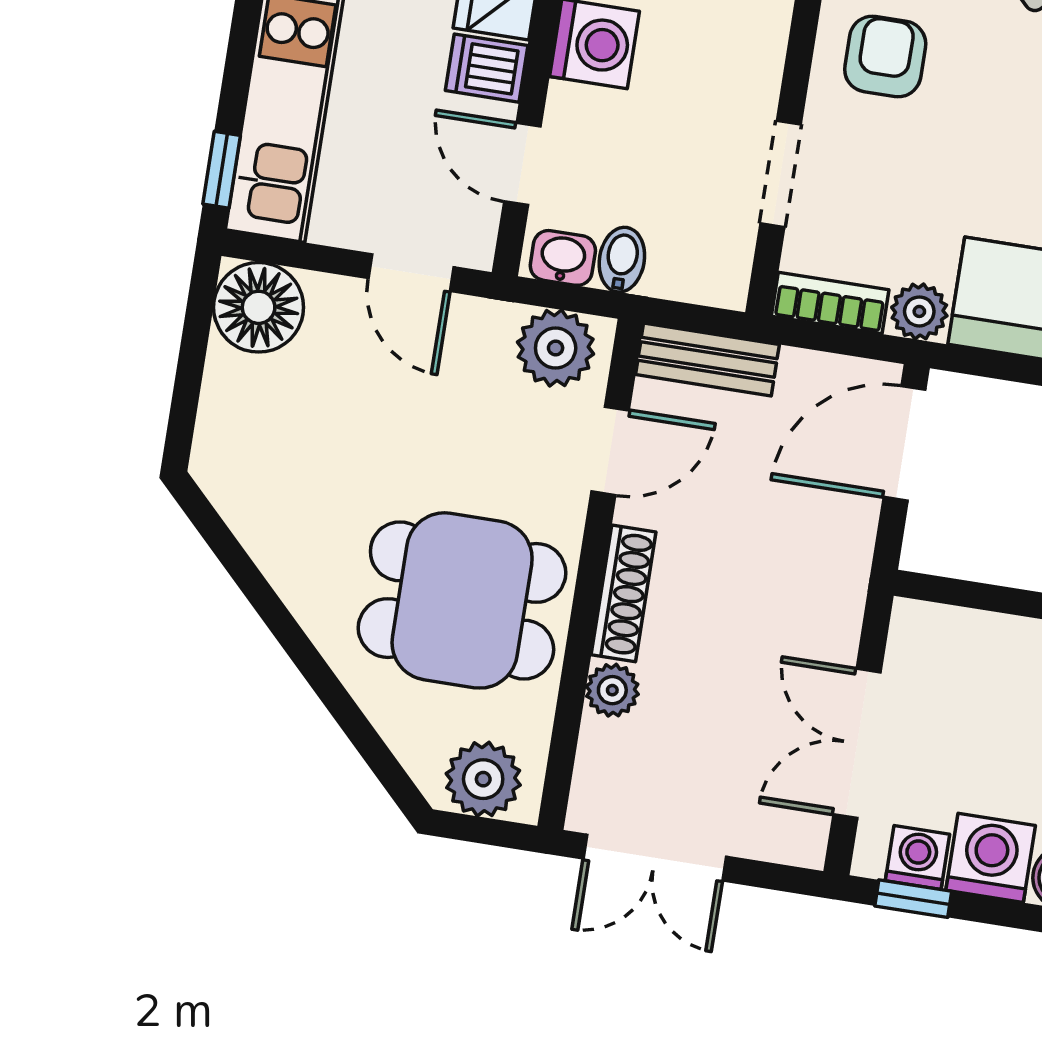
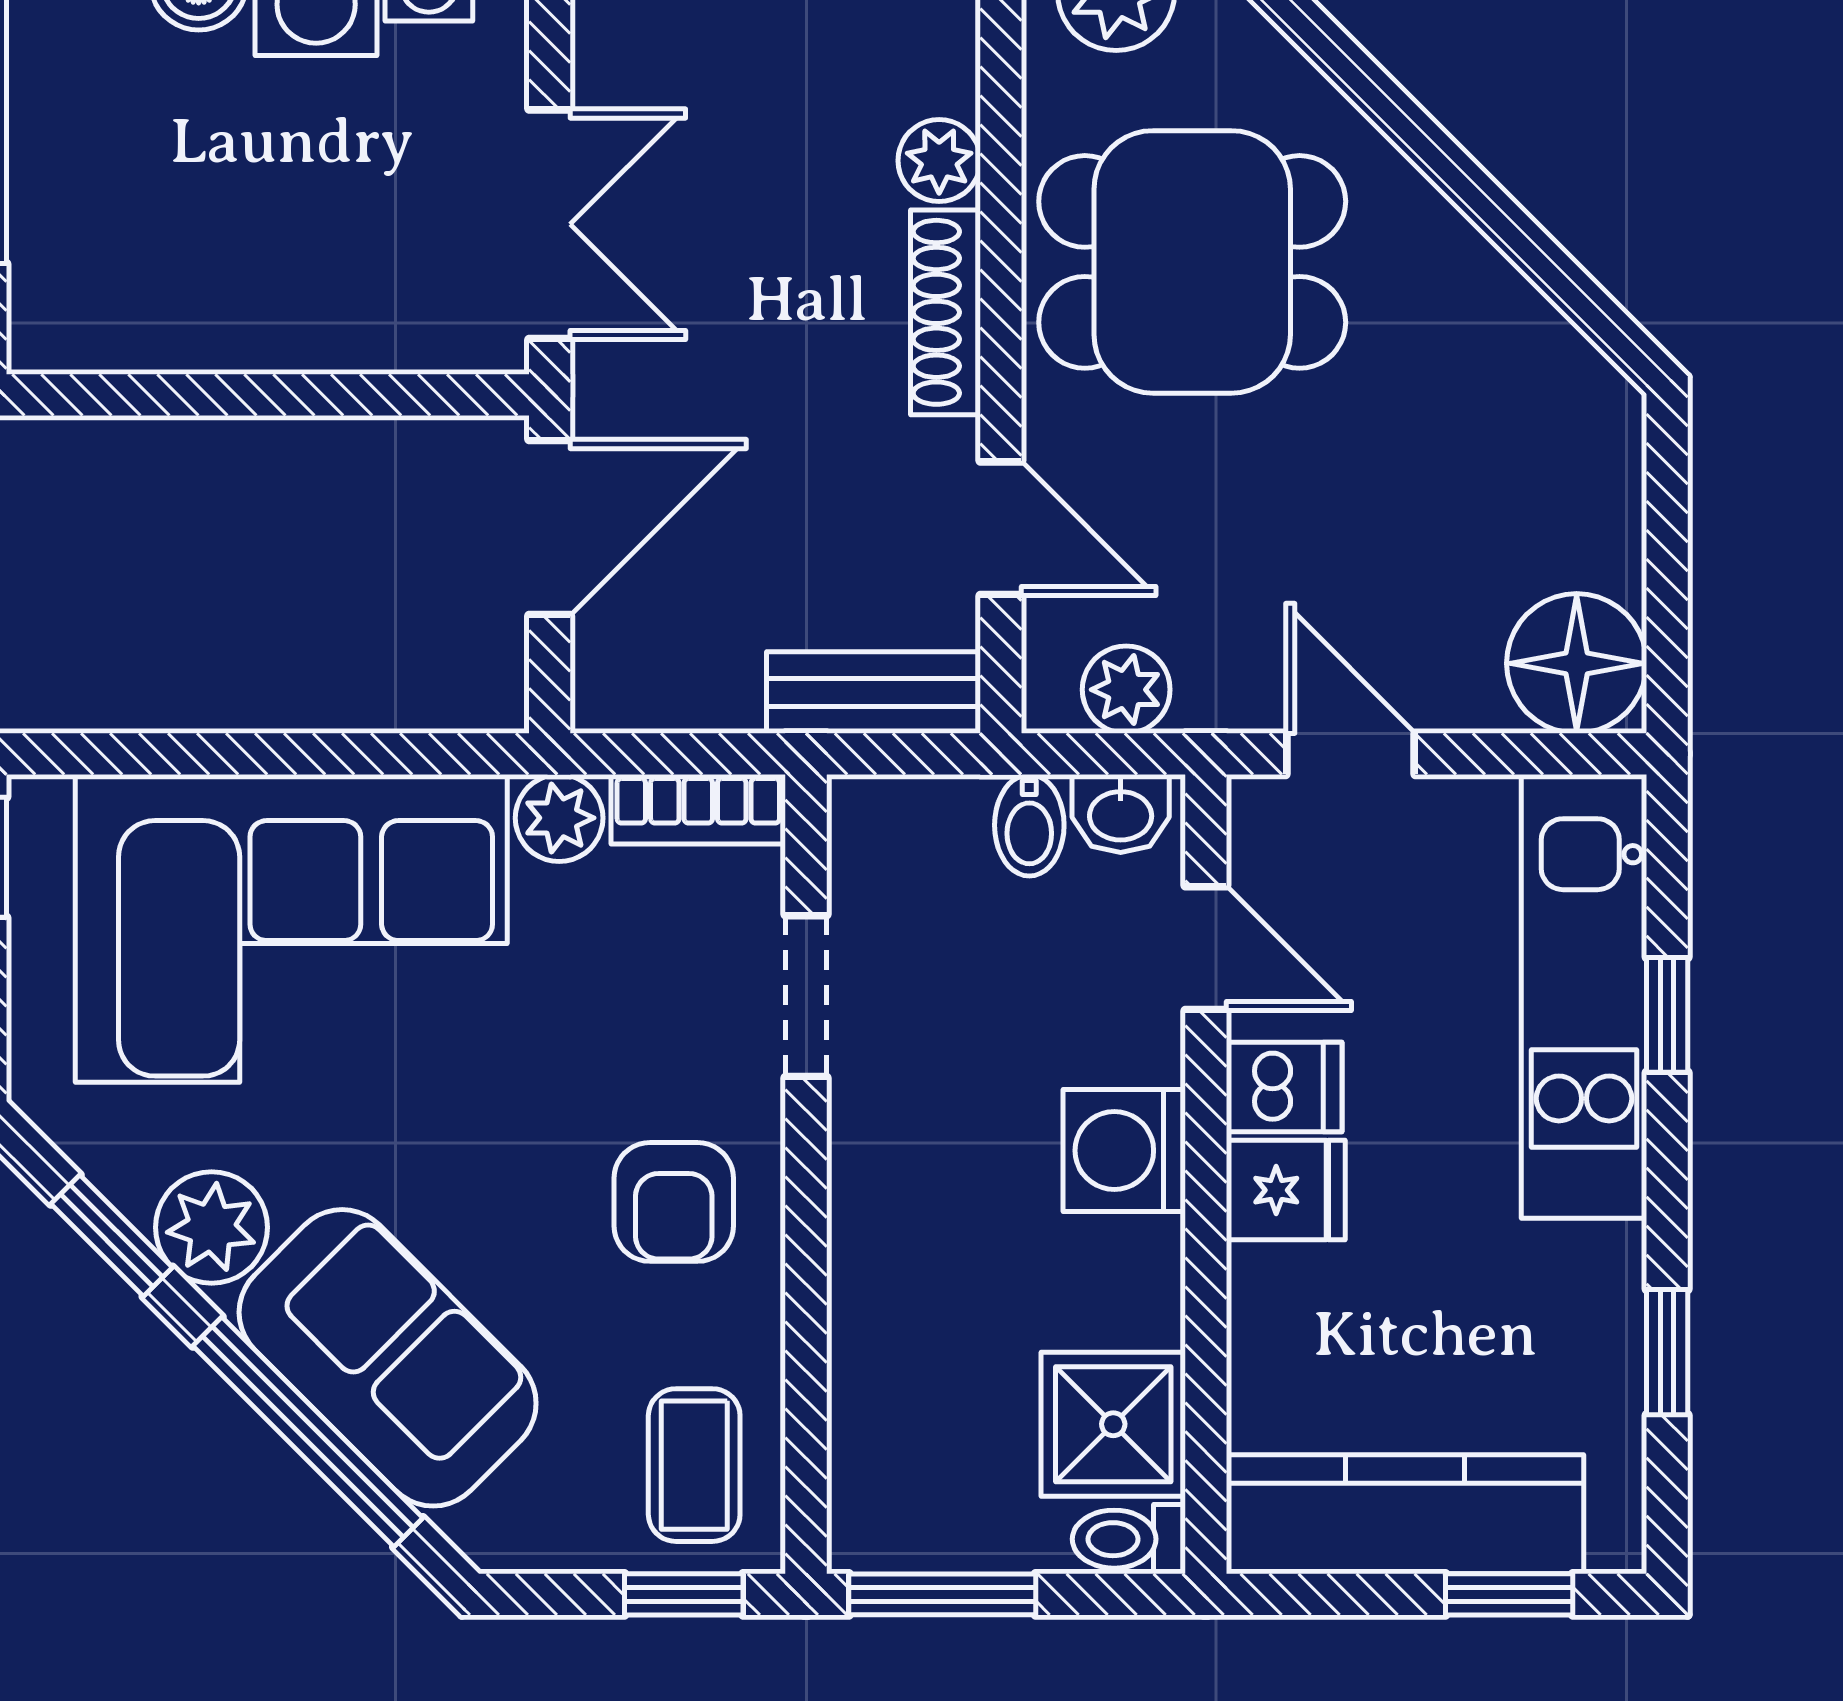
window: (222, 170) -> (1667, 1015), moved
plant: (556, 348) -> (1126, 690), width x0.73, depth x0.73
door: (904, 443) -> (550, 528), moved
door: (610, 451) -> (1001, 528), swing flipped
double door: (857, 743) -> (550, 224), moved

